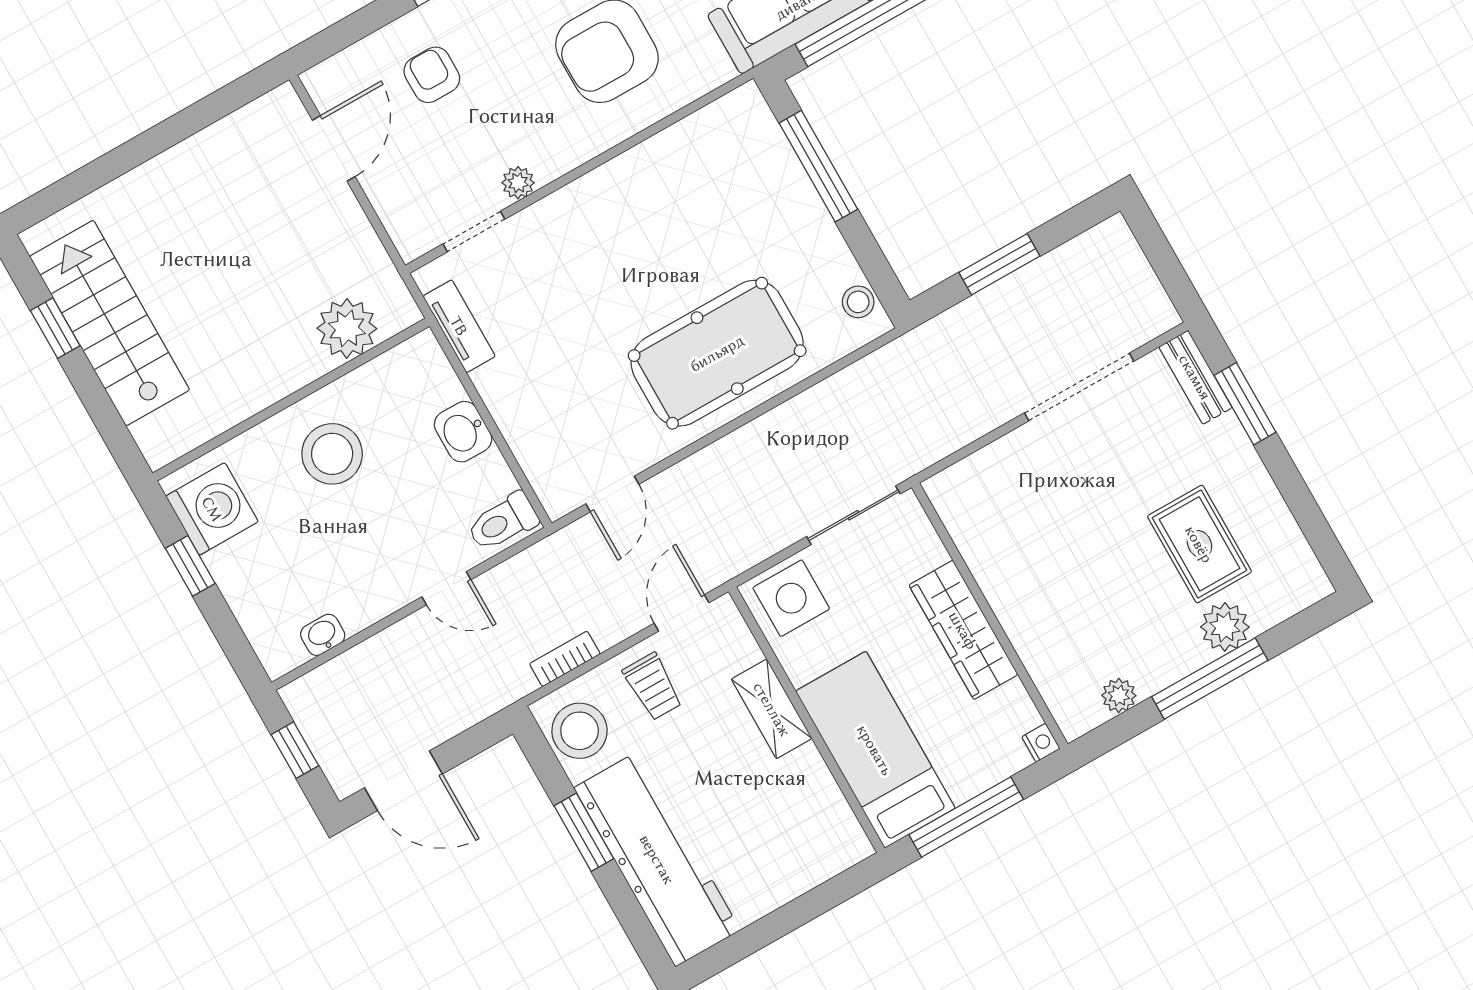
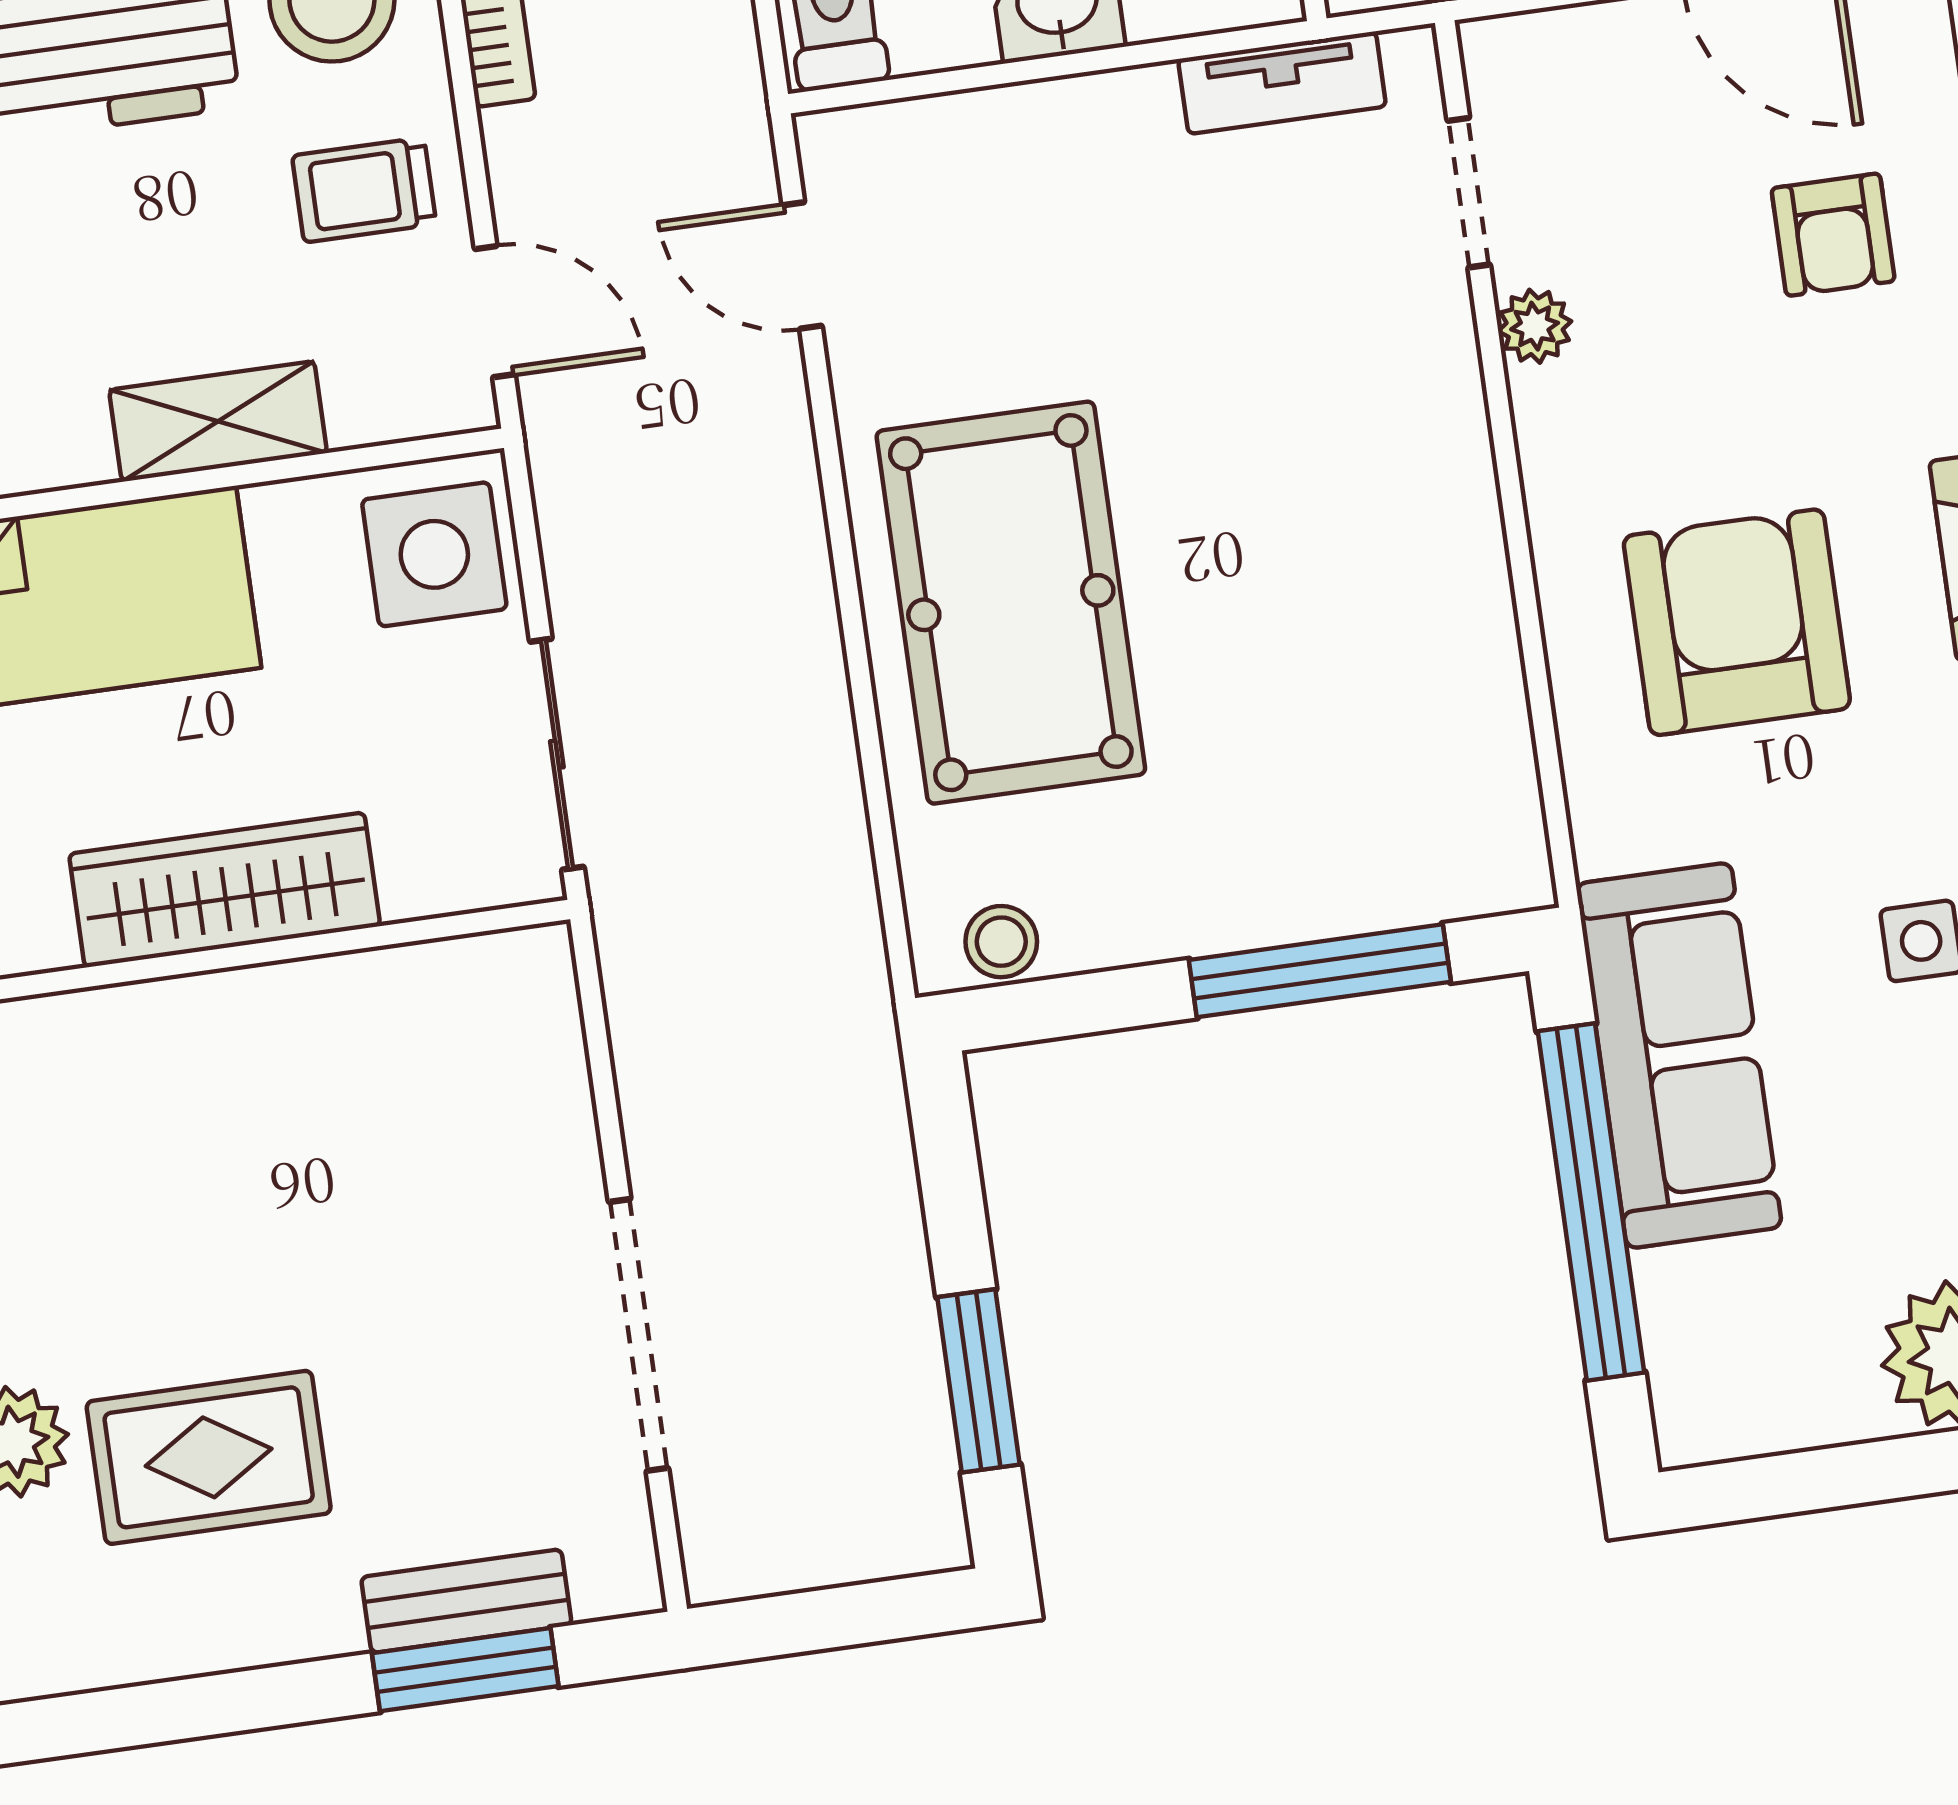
armchair: (432, 75) -> (1833, 235), turned 90
window: (999, 264) -> (979, 1381), moved
bench: (1195, 377) -> (466, 1601), moved

